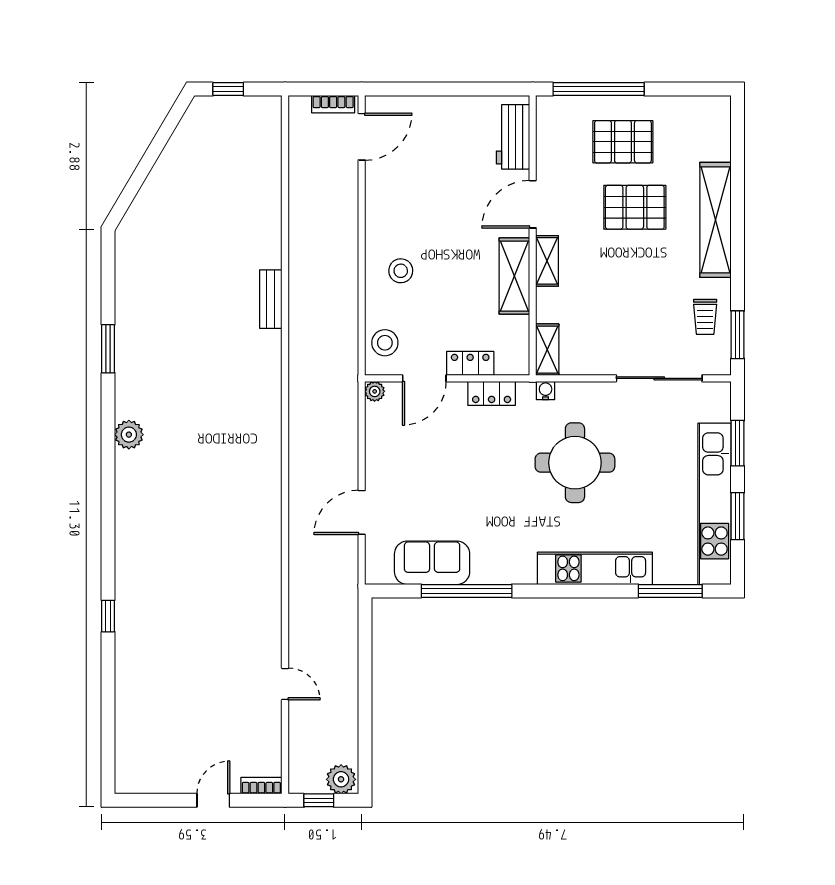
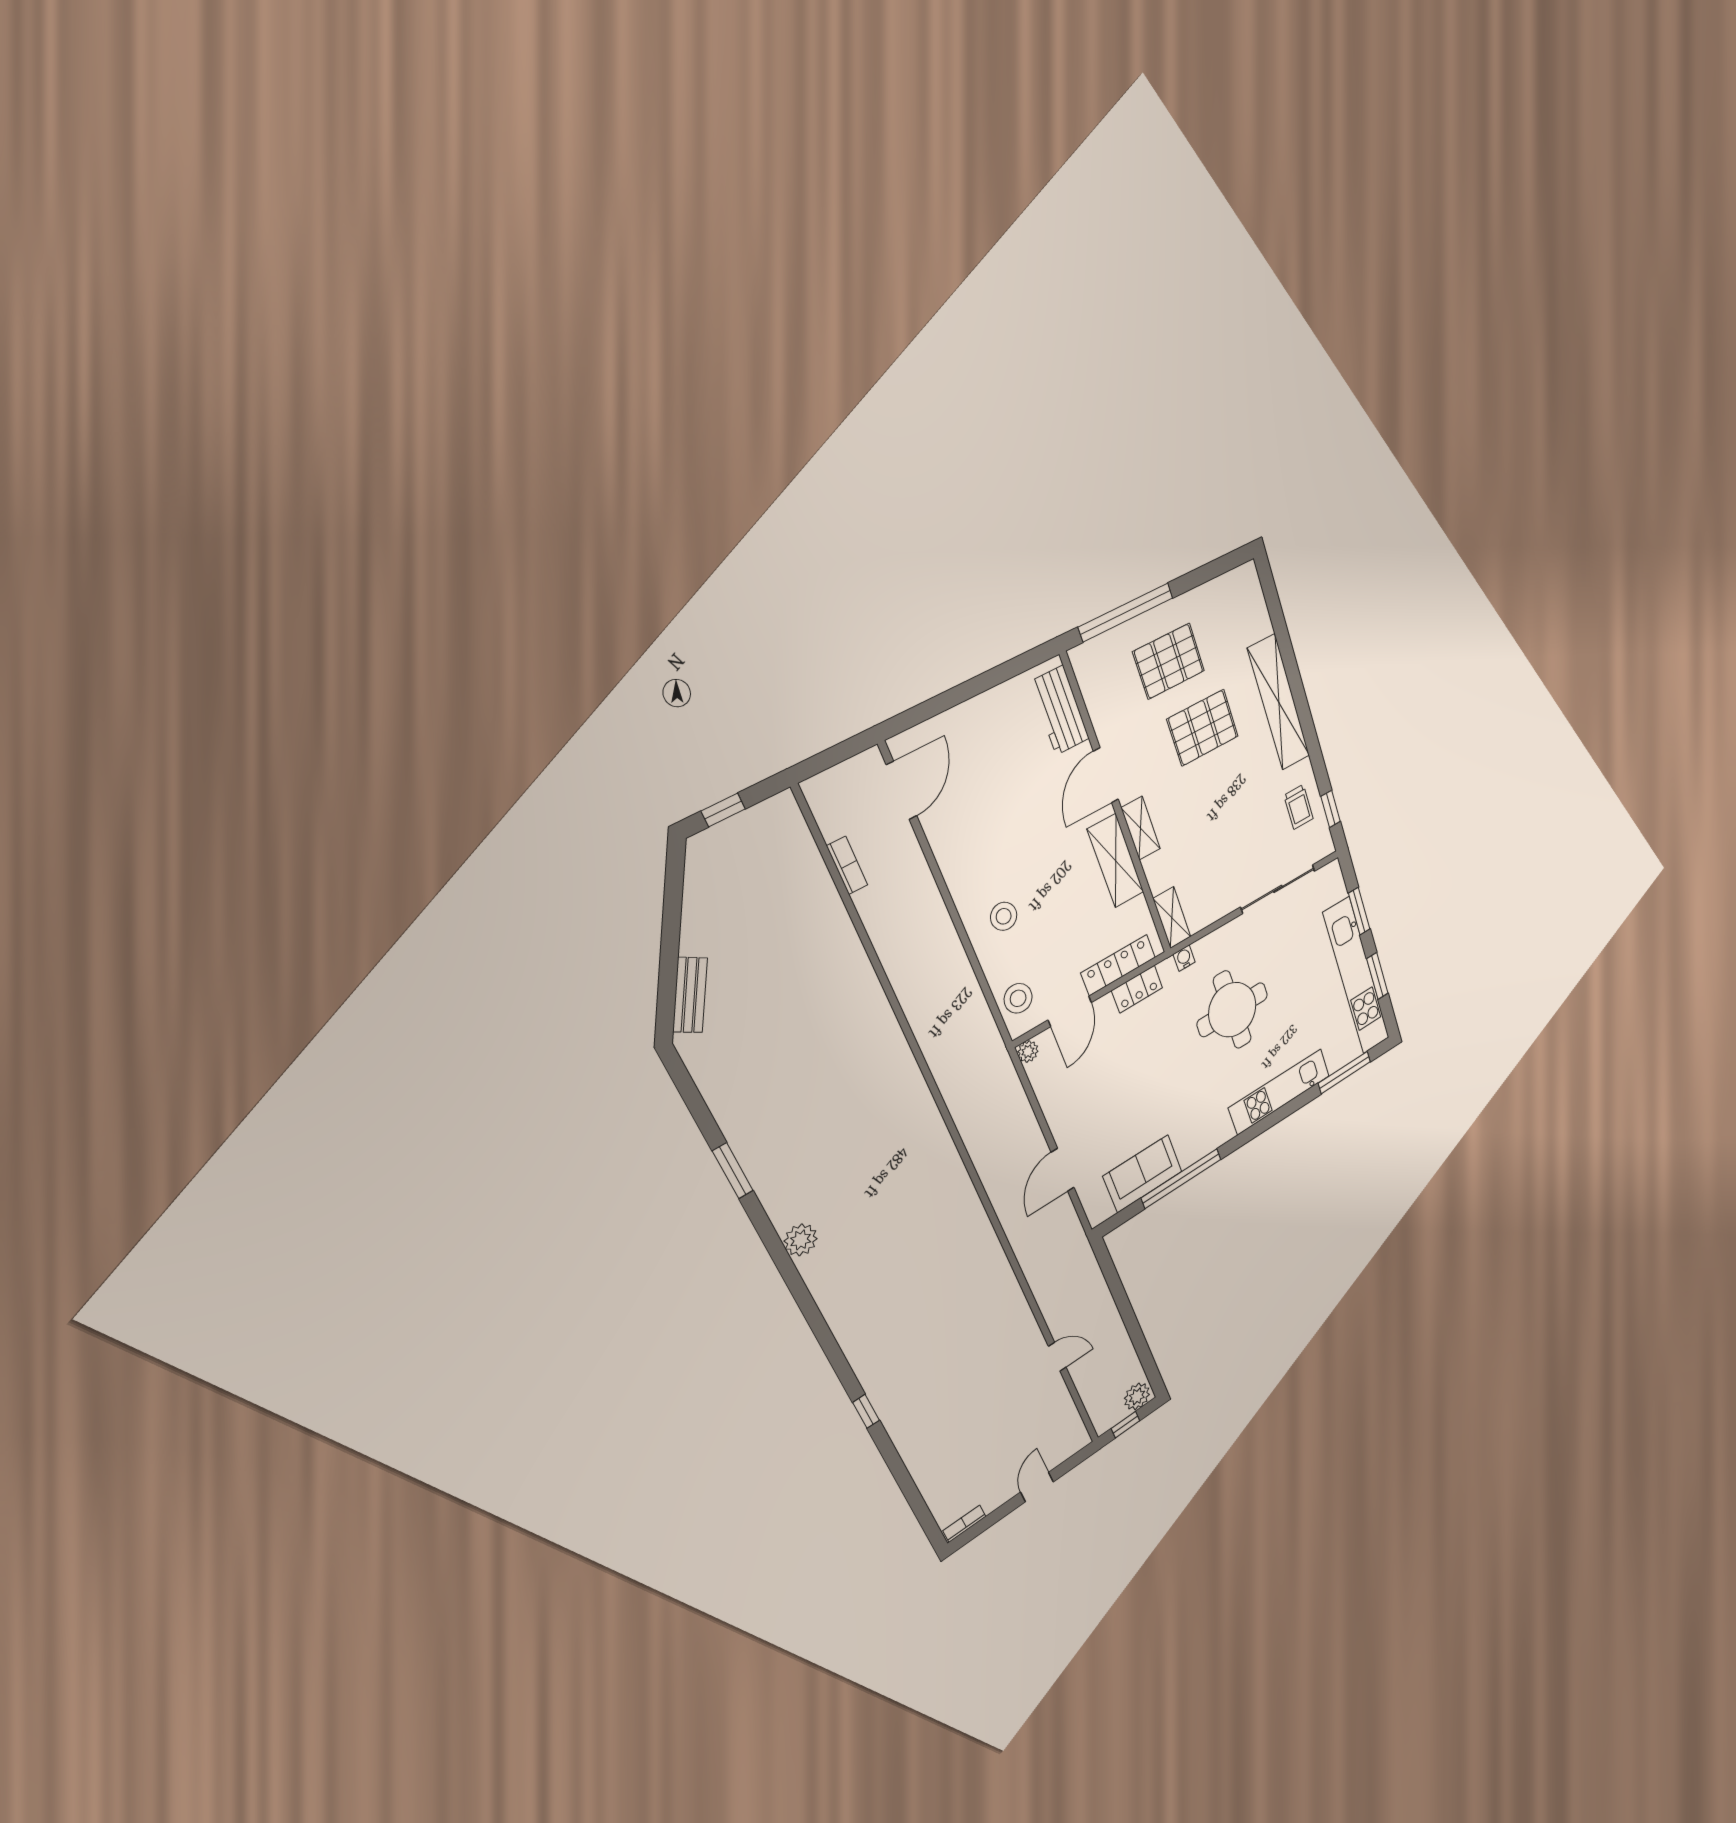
bookcase: (333, 104) -> (847, 865), moved, turned -90
bench: (271, 299) -> (690, 995), moved, turned 31
window: (738, 335) -> (1331, 809), width x0.67
locker: (470, 363) -> (1118, 965), width x1.53
bookcase: (261, 786) -> (964, 1524), moved

